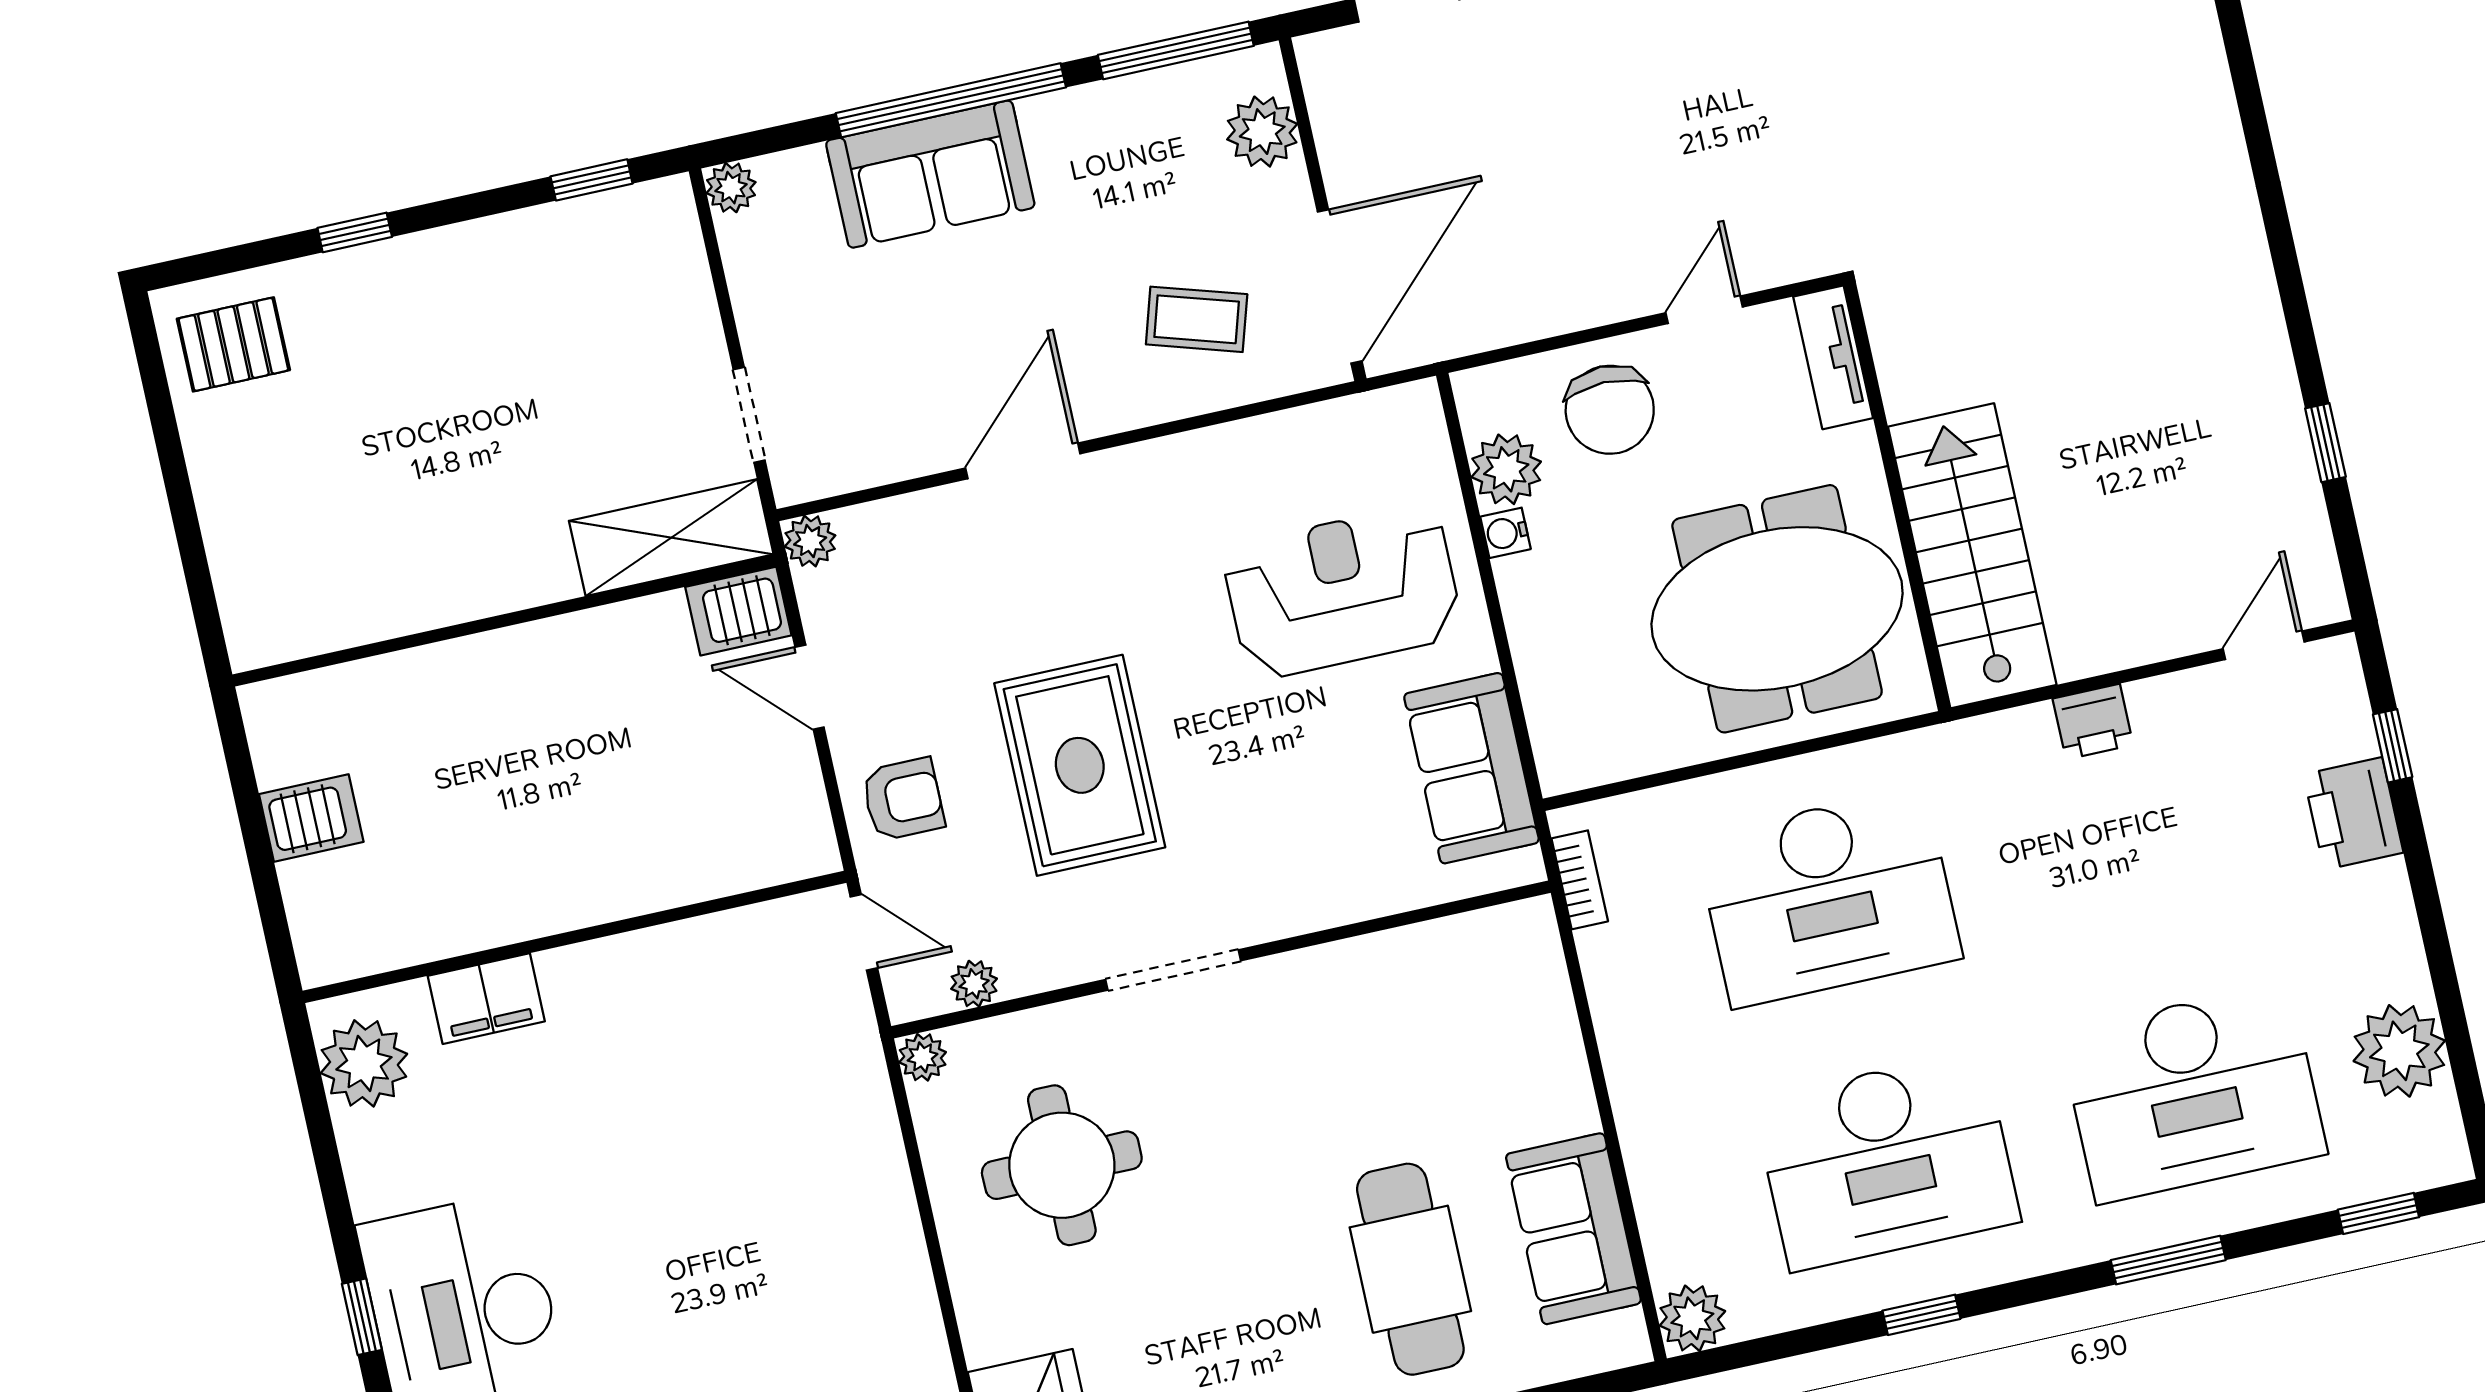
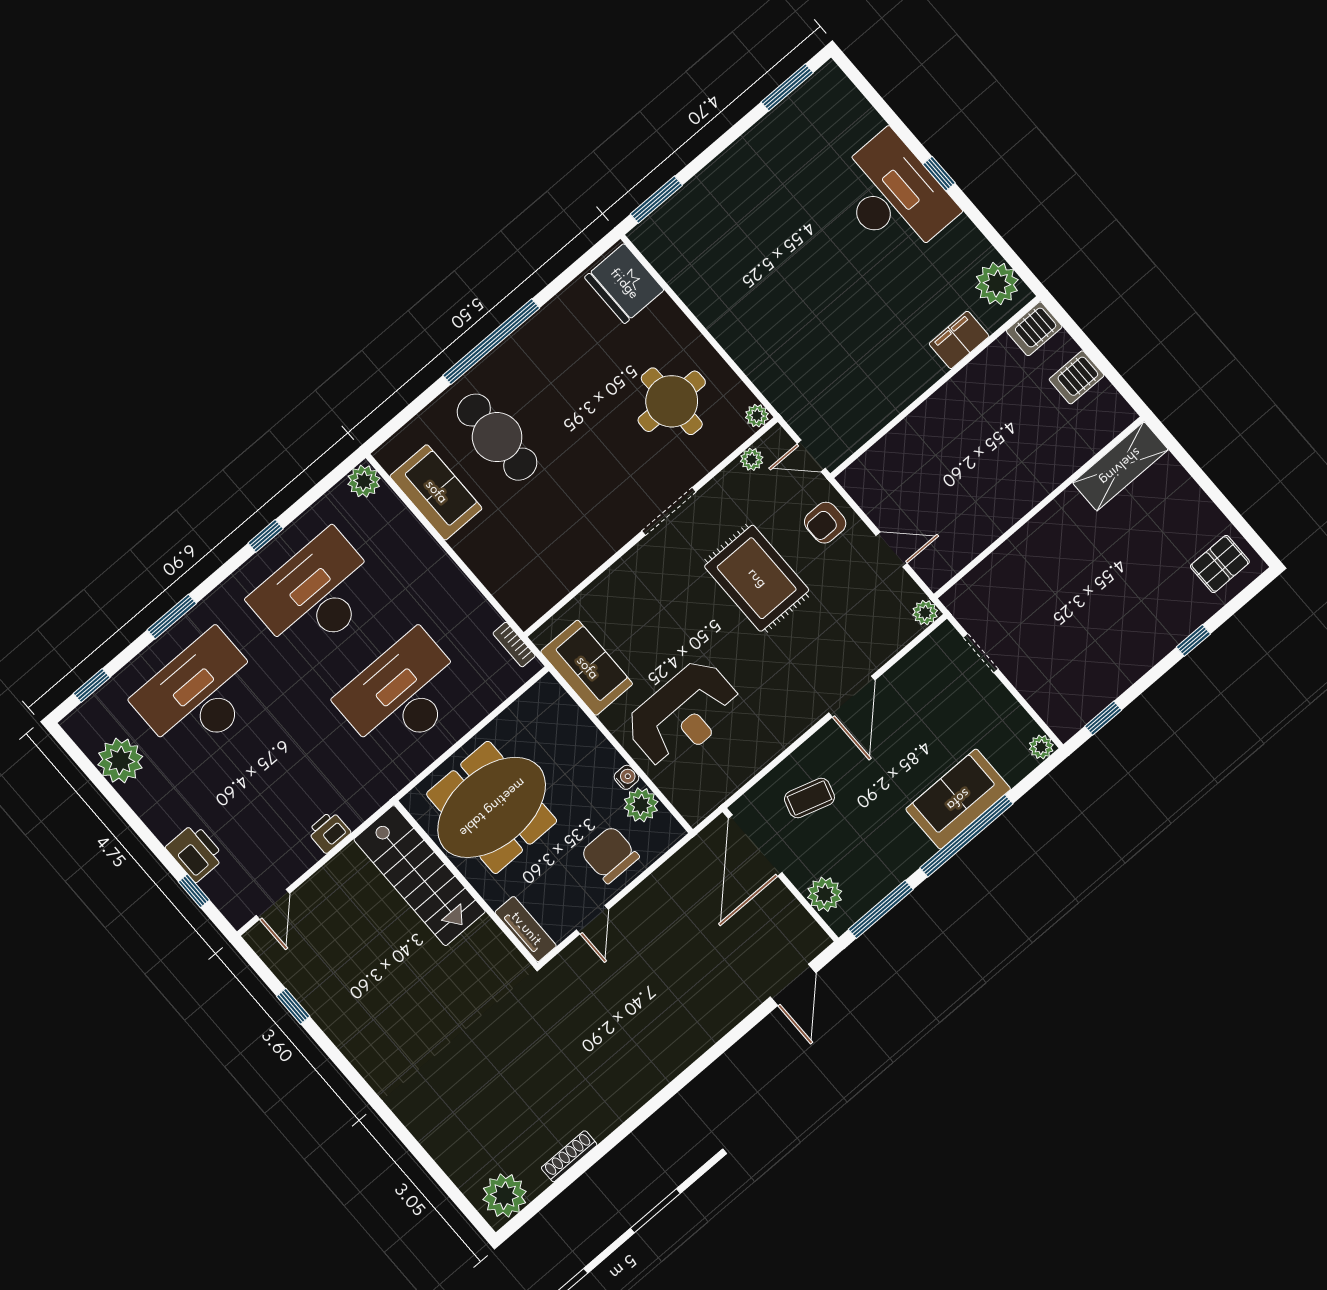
shelving: (671, 538) -> (1120, 466), moved
server rack: (738, 611) -> (1034, 329), moved, turned 180

